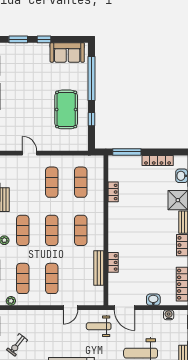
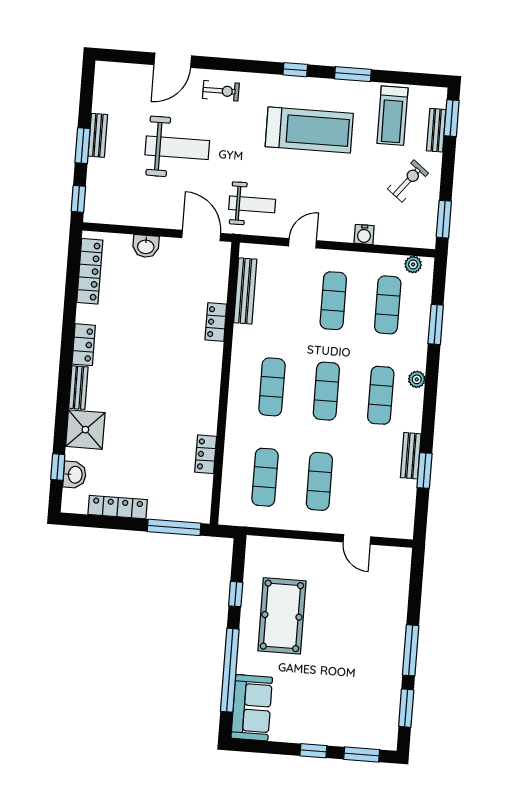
sofa: (67, 52) -> (252, 708), moved, turned 90
bench: (99, 268) -> (245, 291), moved
water cooler: (169, 315) -> (364, 234), moved

